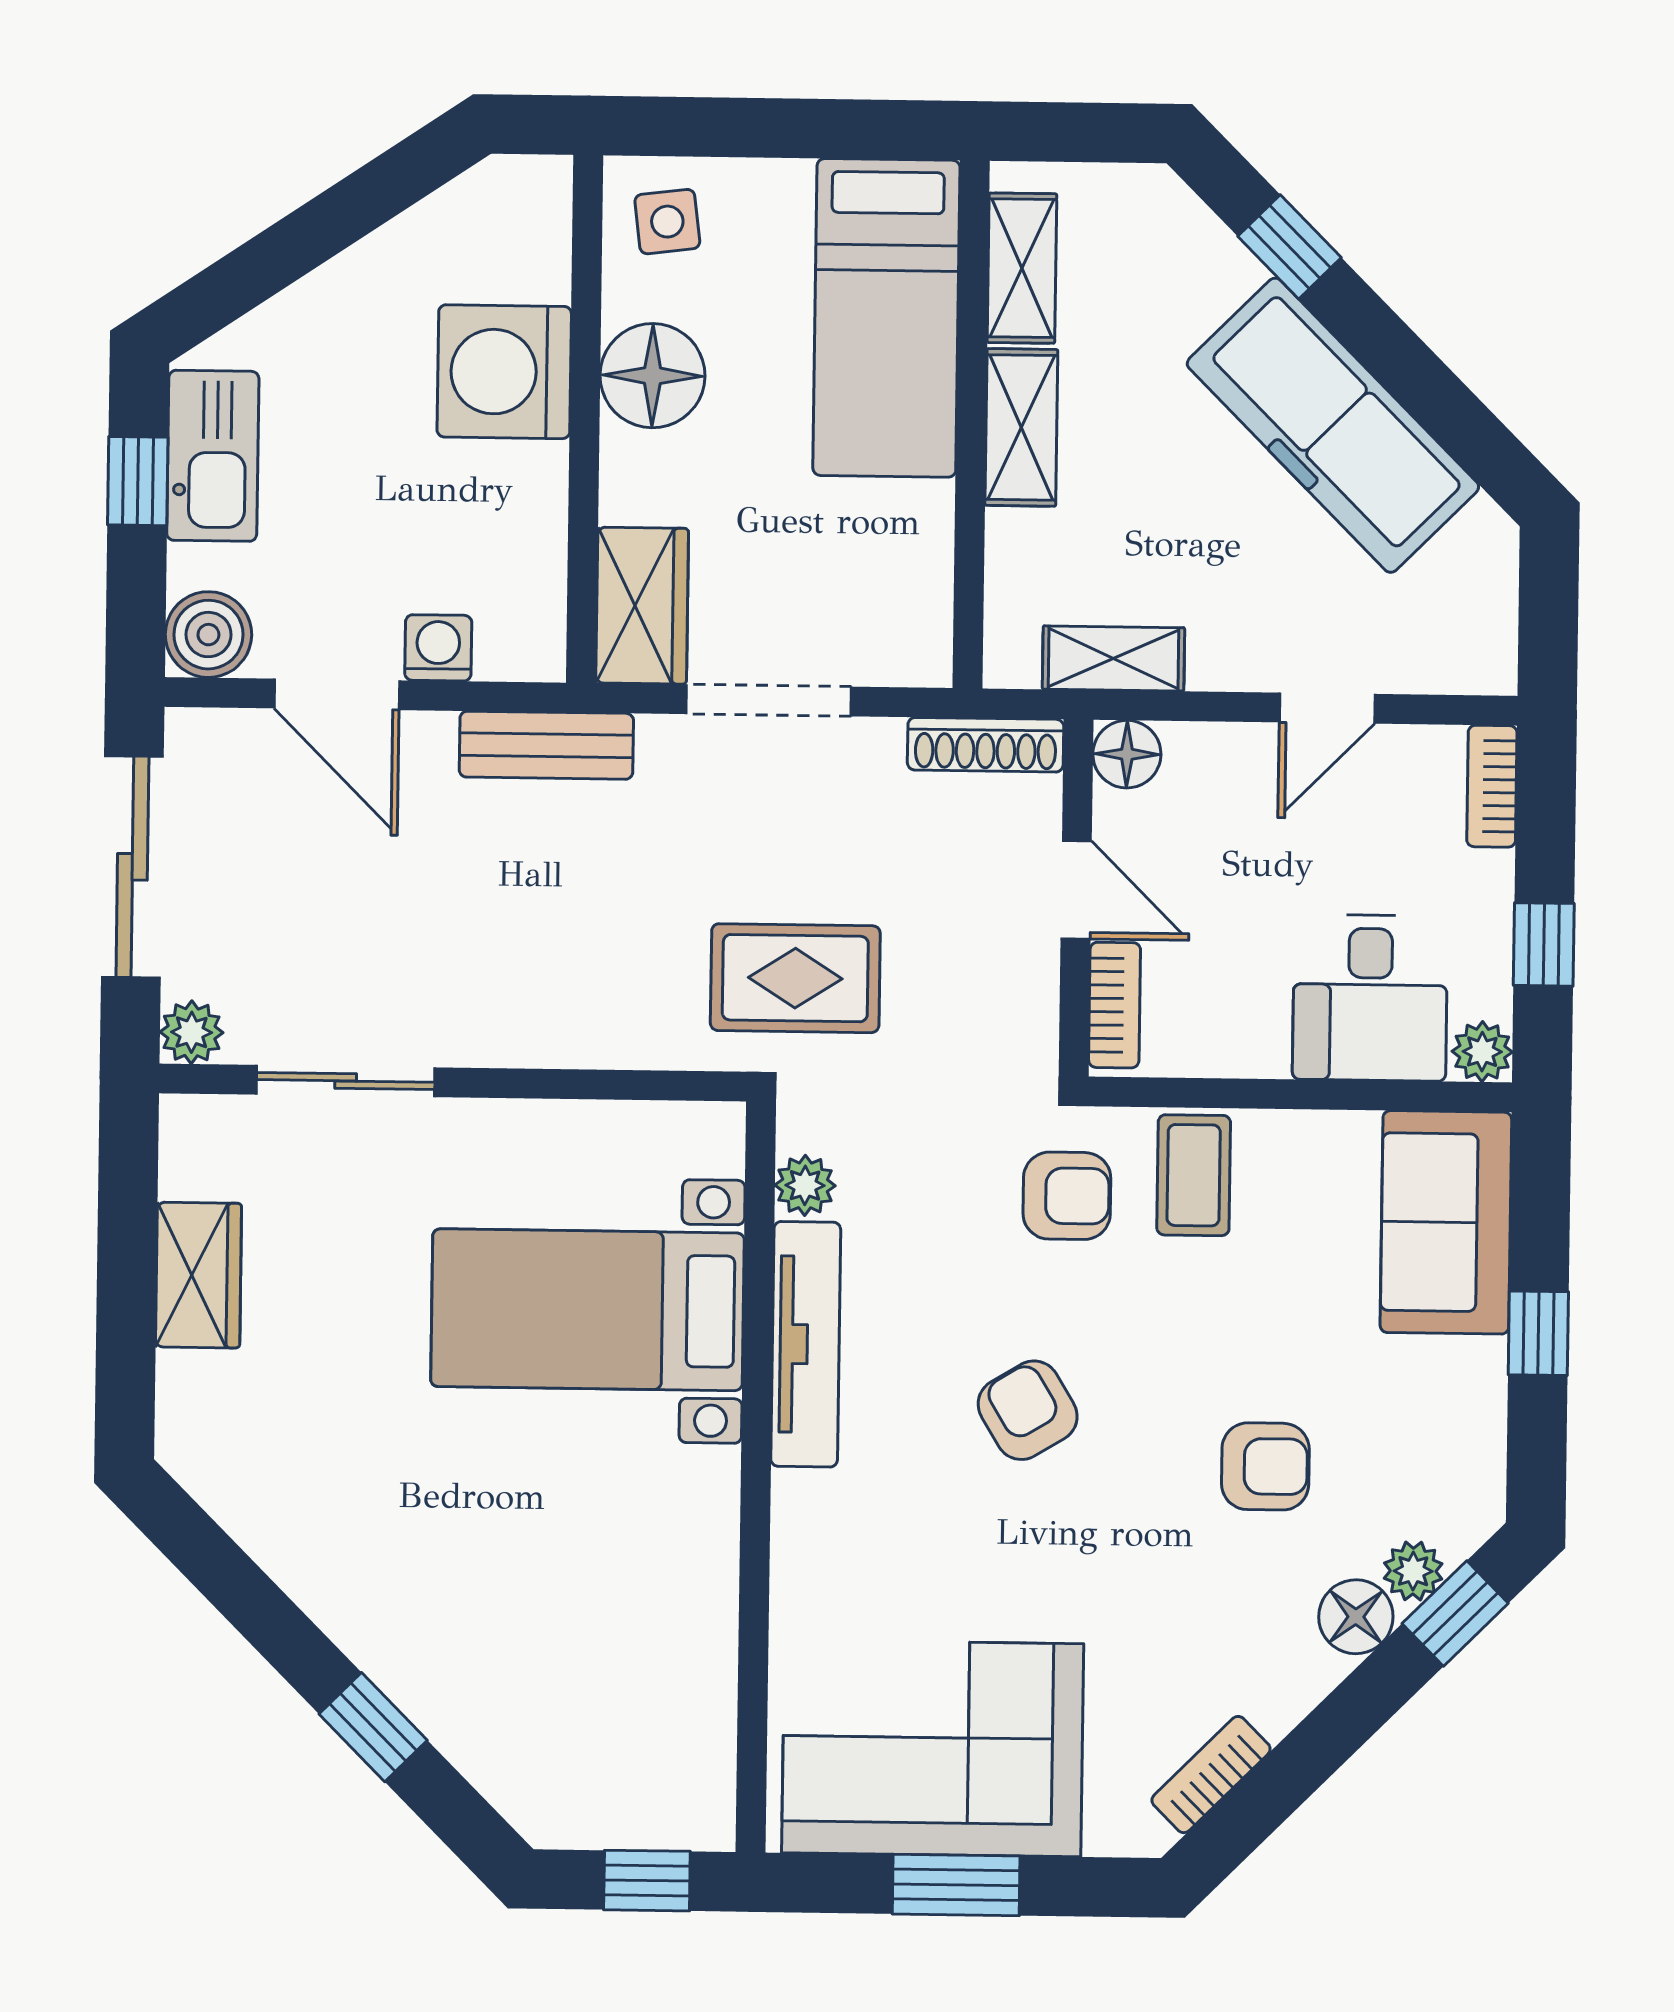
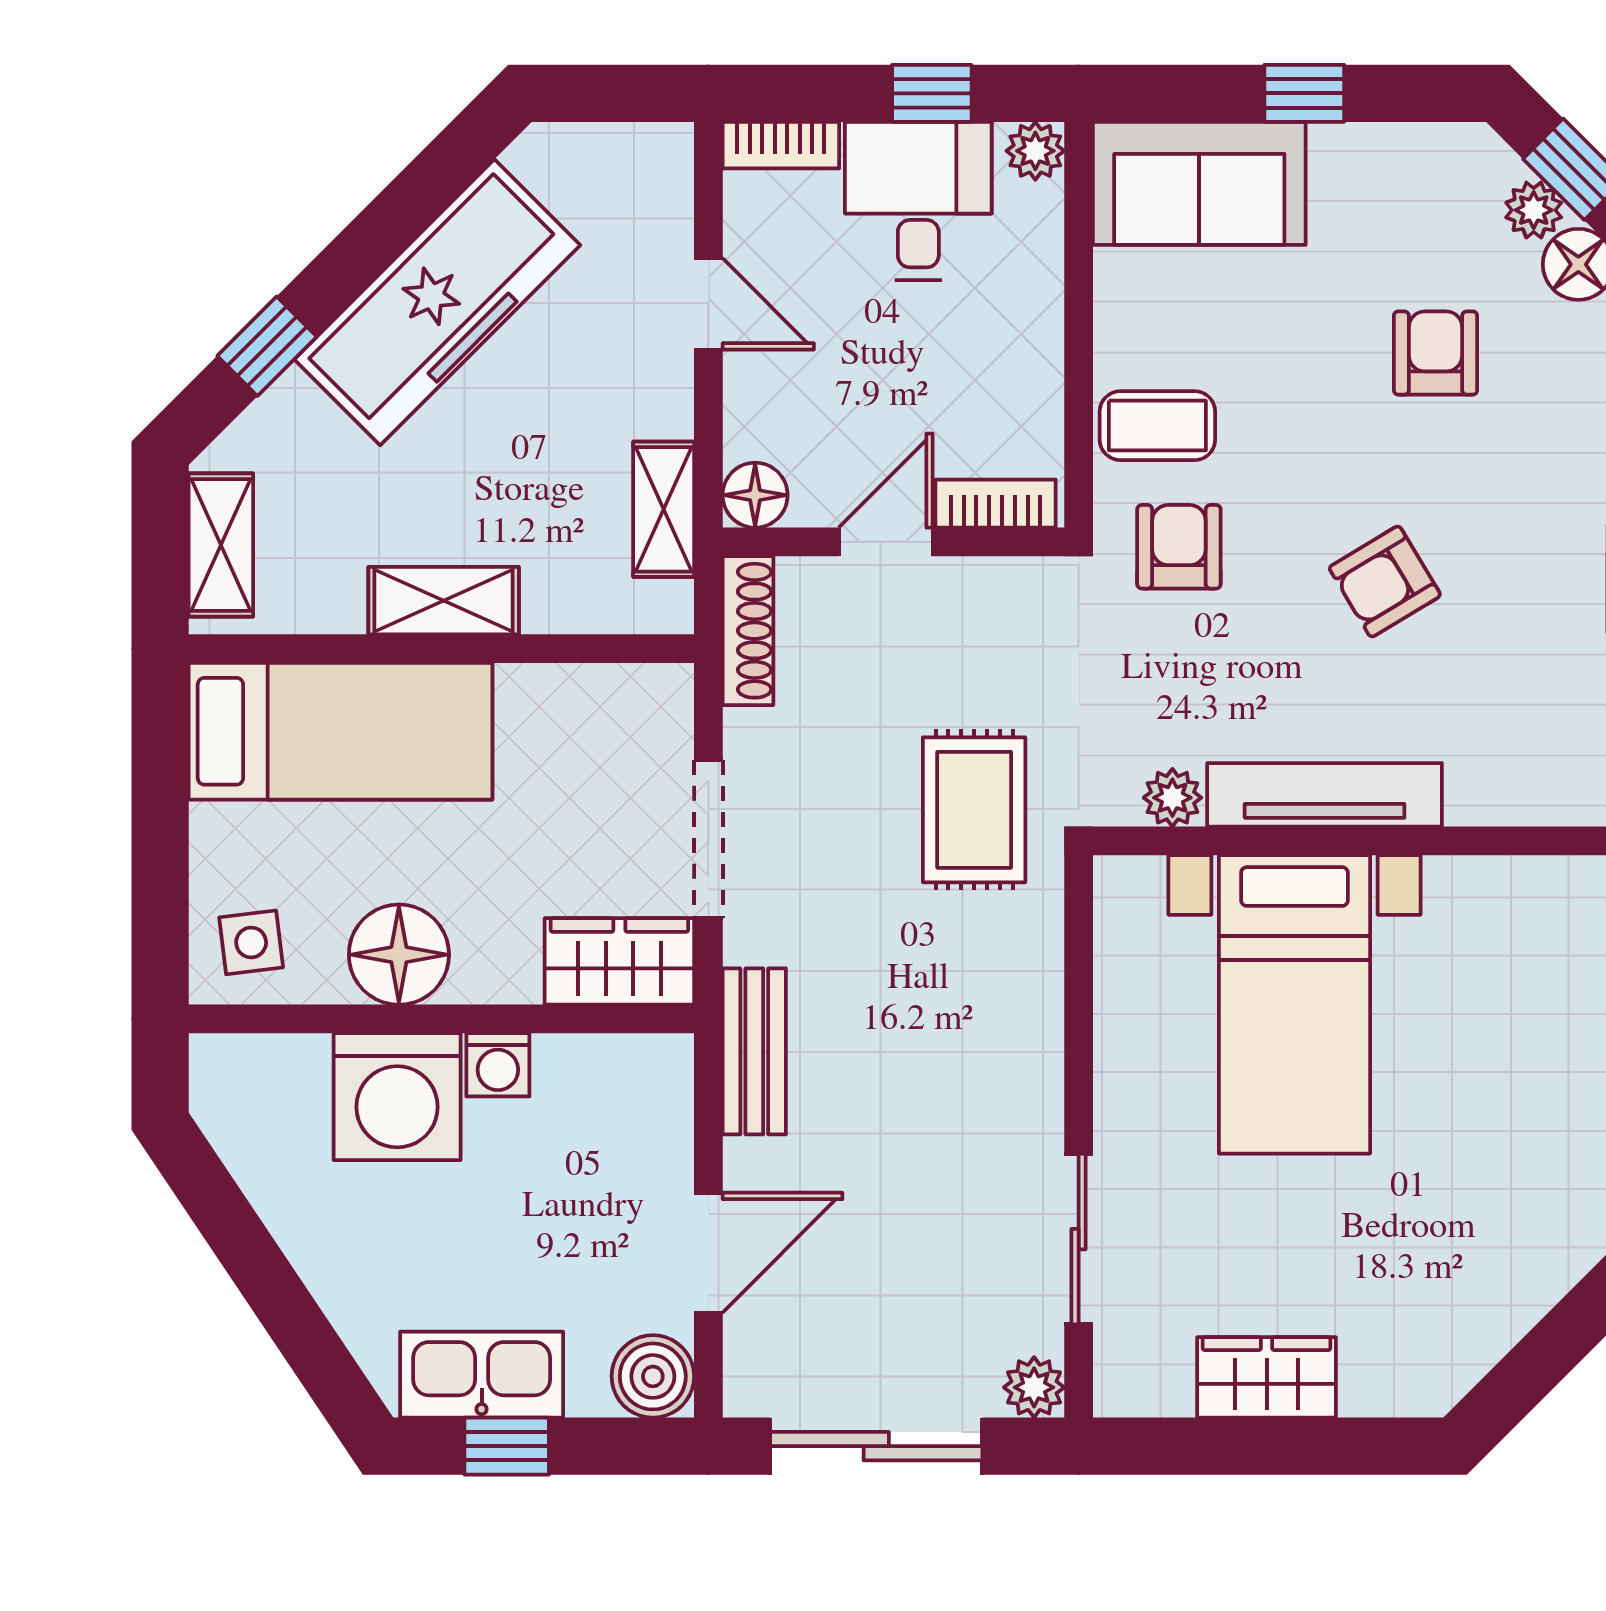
shelving: (1022, 268) -> (221, 545), moved, turned 90
washing machine: (438, 648) -> (498, 1065), moved, turned -90
desk: (1370, 998) -> (918, 201), moved, turned -90

